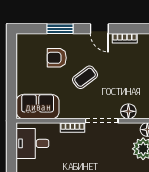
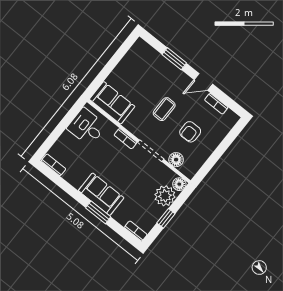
door: (99, 29) -> (203, 82), hinge flipped
armchair: (57, 58) -> (190, 132), moved, turned -90
coffee table: (85, 77) -> (164, 109), turned -53

